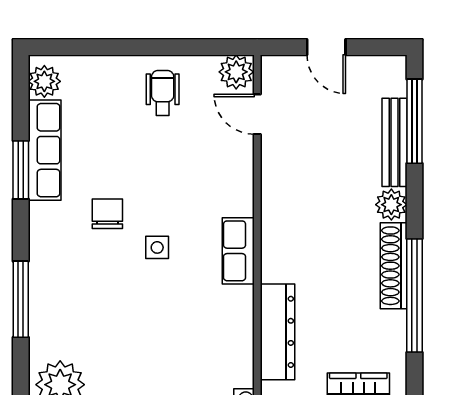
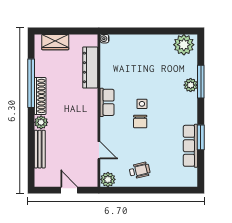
plant: (44, 81) -> (191, 85), moved
wheelchair: (163, 93) -> (140, 170), turned -103
door: (257, 114) -> (99, 150), moved
window: (415, 121) -> (31, 158), removed
chair: (107, 214) -> (140, 122), moved

